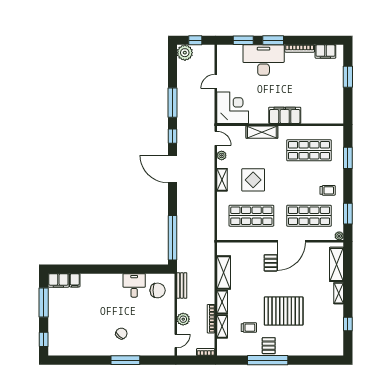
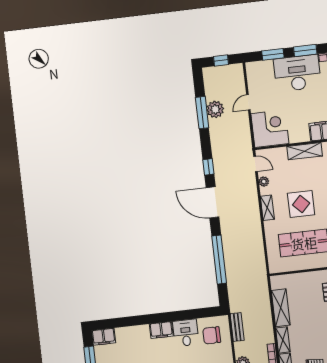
plant: (185, 53) -> (215, 109), moved
window: (172, 103) -> (202, 113), moved
window: (172, 238) -> (219, 260), moved
filing cabinet: (75, 280) -> (161, 330), moved, width x2.00
chair: (158, 290) -> (212, 335), turned 180

